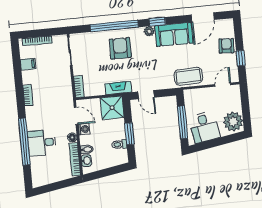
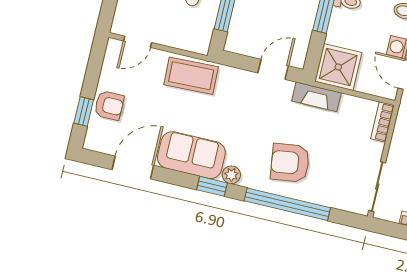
armchair: (226, 46) -> (109, 105), turned -94
armchair: (120, 48) -> (290, 163), turned 82
window: (241, 58) -> (84, 111), moved
door: (146, 95) -> (273, 69), hinge flipped

